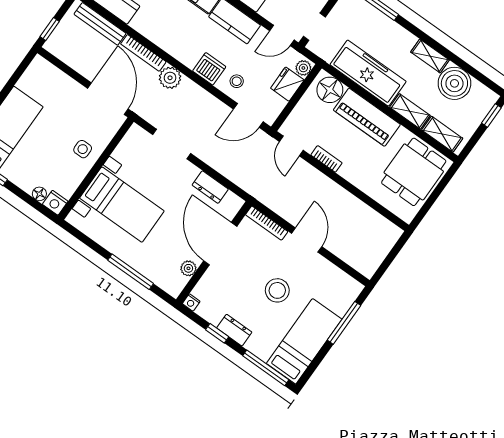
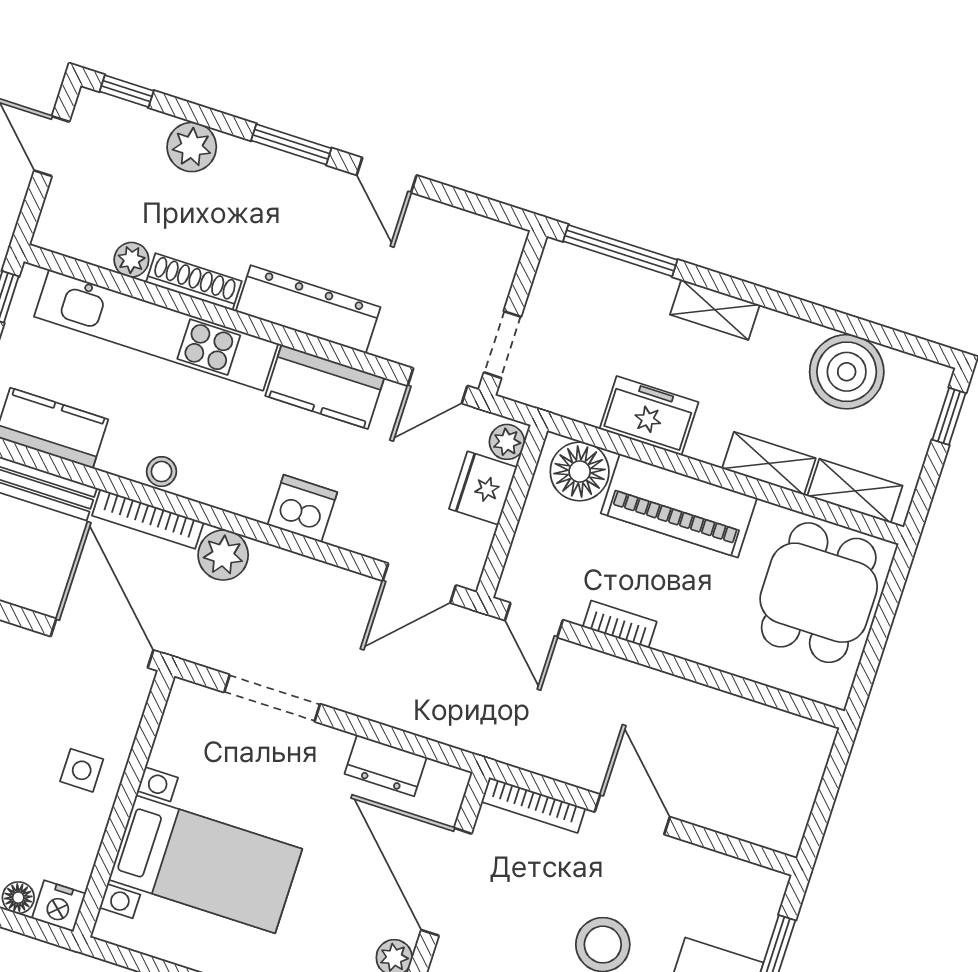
shelving: (430, 56) -> (715, 310), moved
freezer: (368, 73) -> (649, 416), width x0.52, depth x0.79
stool: (237, 81) -> (161, 472), moved

